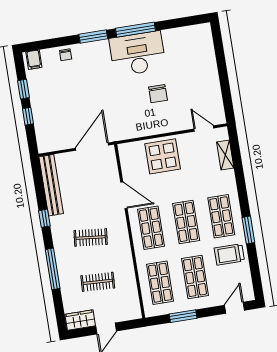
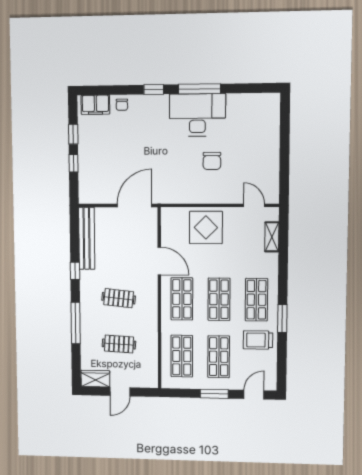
window: (93, 37) -> (154, 90), width x0.67
filing cabinet: (34, 60) -> (95, 105), width x2.00
window: (183, 316) -> (214, 394), moved

